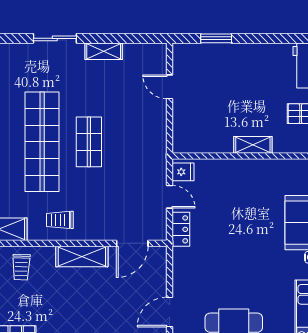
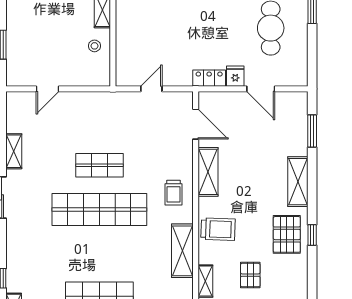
stool: (215, 137) -> (94, 46), added
fridge: (183, 172) -> (235, 76), moved
locker: (181, 229) -> (209, 78), moved
trolley: (21, 267) -> (218, 229), width x1.36, depth x1.39

